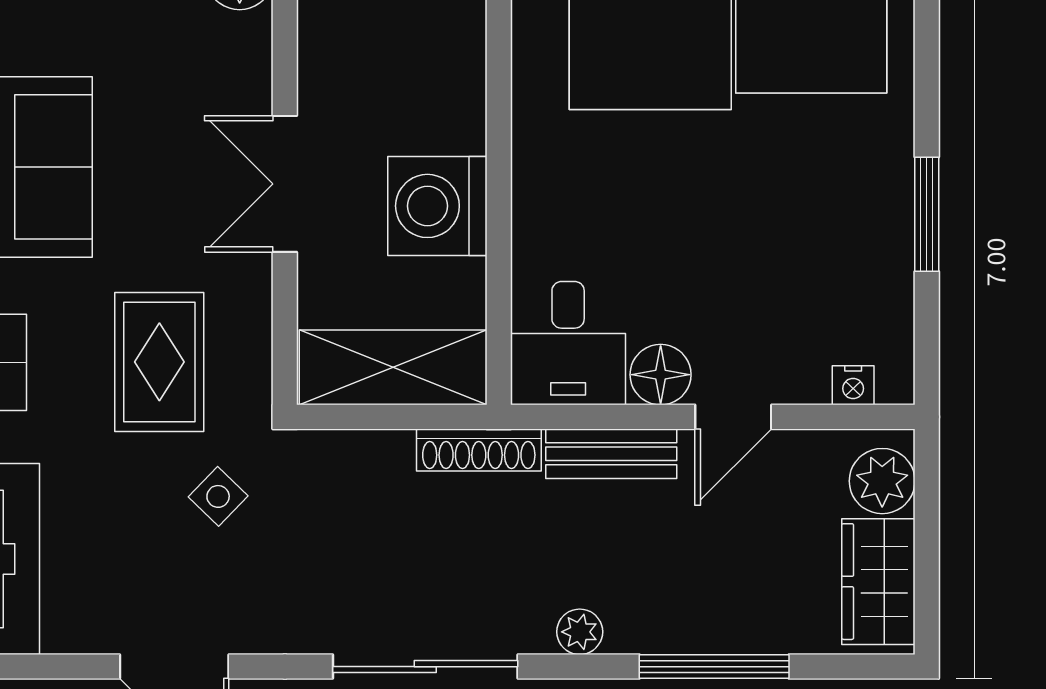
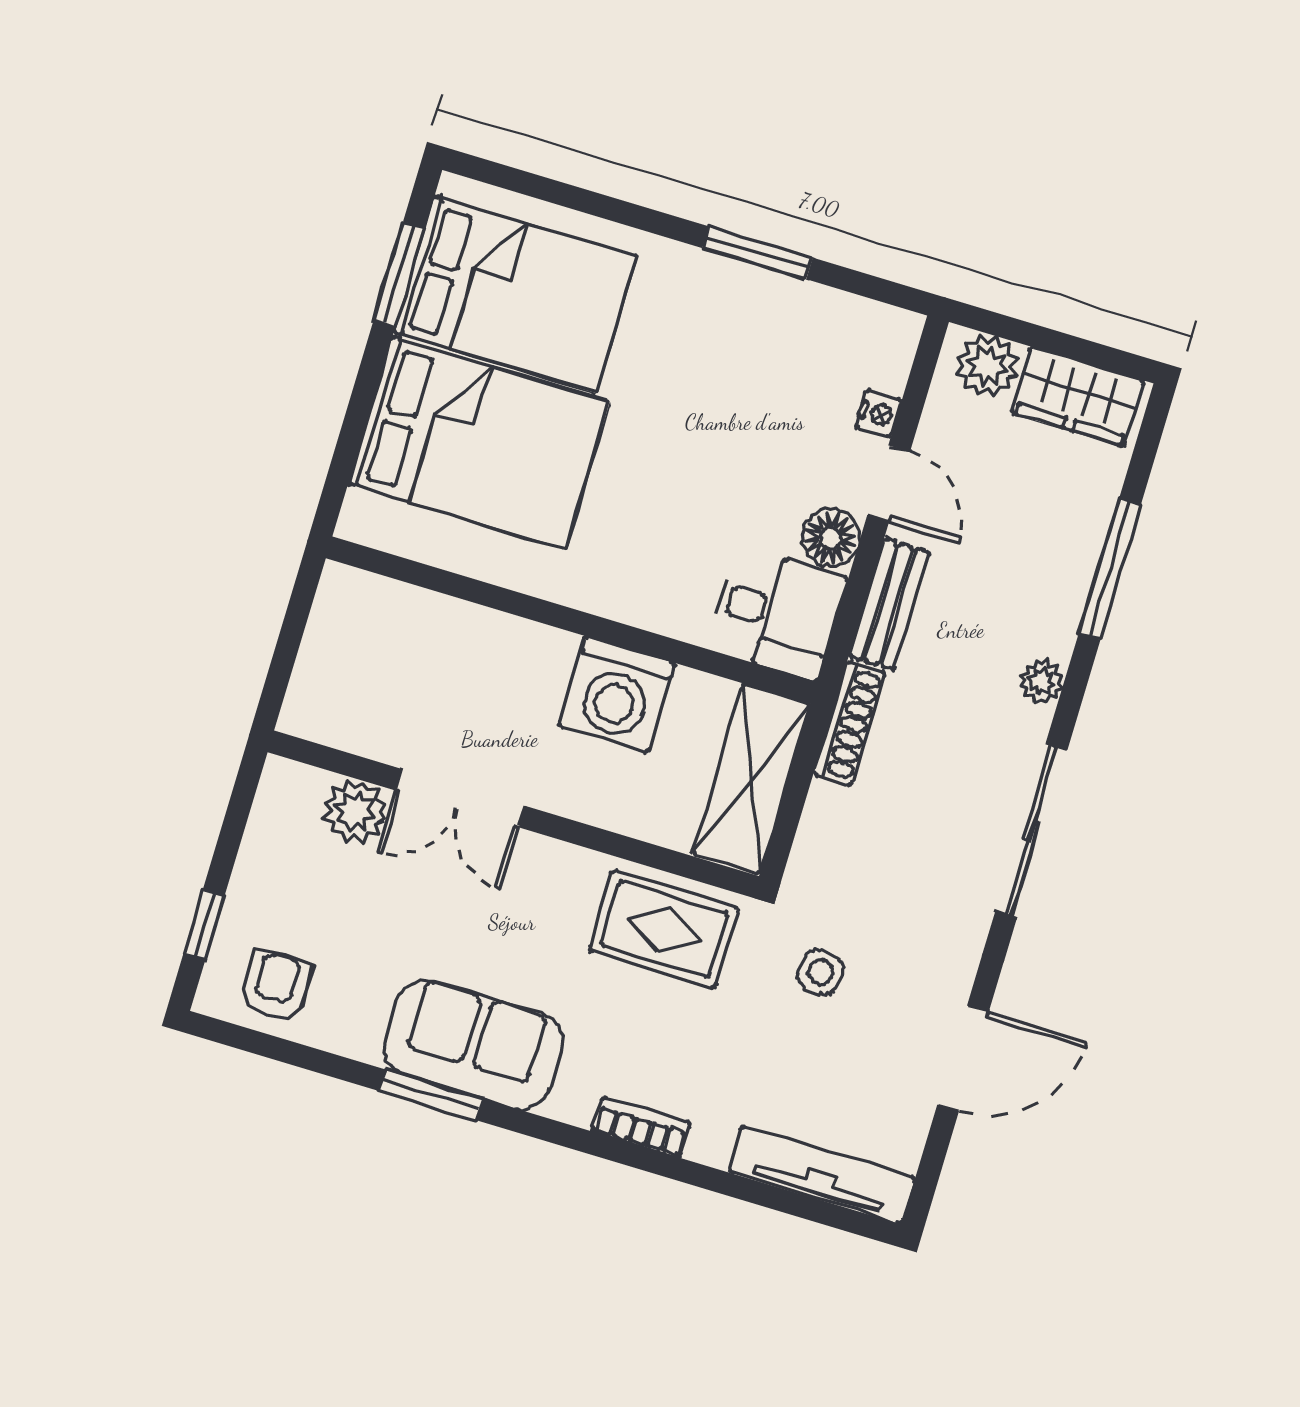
double door: (285, 184) -> (460, 798), moved
rug: (159, 362) -> (664, 929), moved
nightstand: (853, 385) -> (879, 414), moved
side table: (218, 496) -> (821, 972), turned -35

